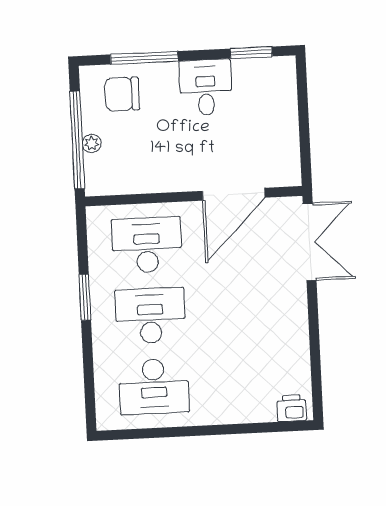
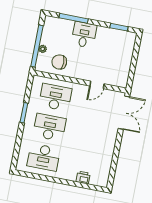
desk: (206, 87) -> (84, 35), moved
chair: (122, 94) -> (59, 62), moved
door: (234, 194) -> (97, 85), width x0.53
printer: (292, 408) -> (83, 177), moved

